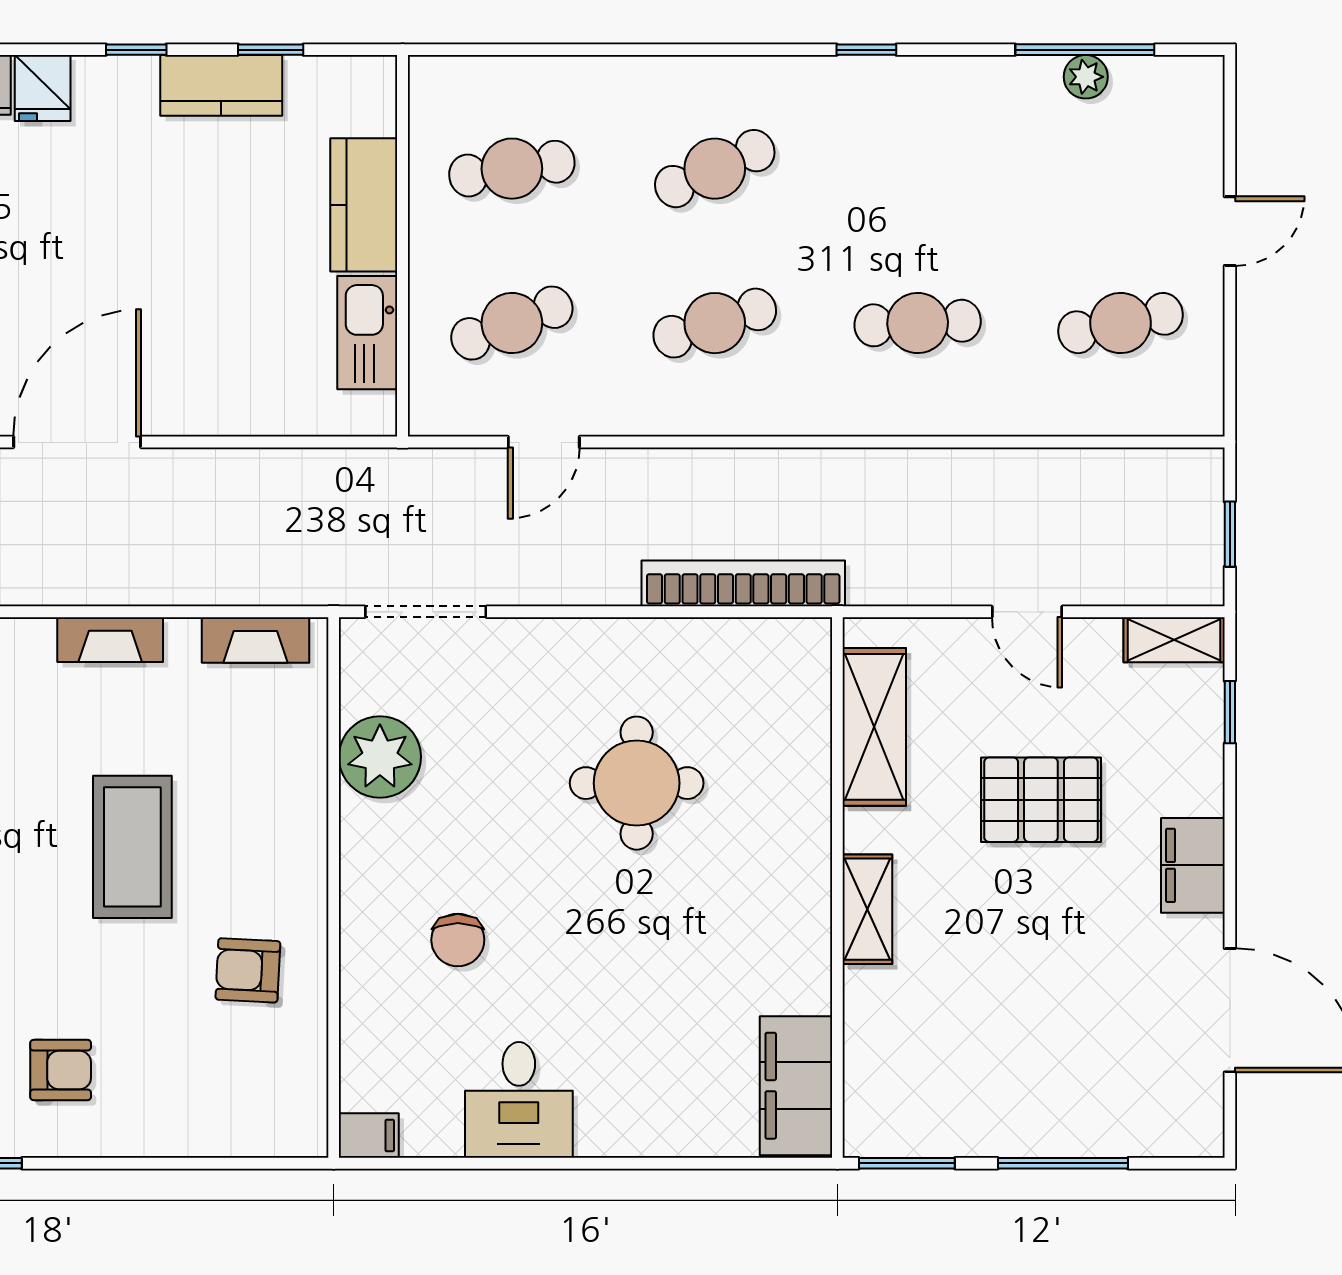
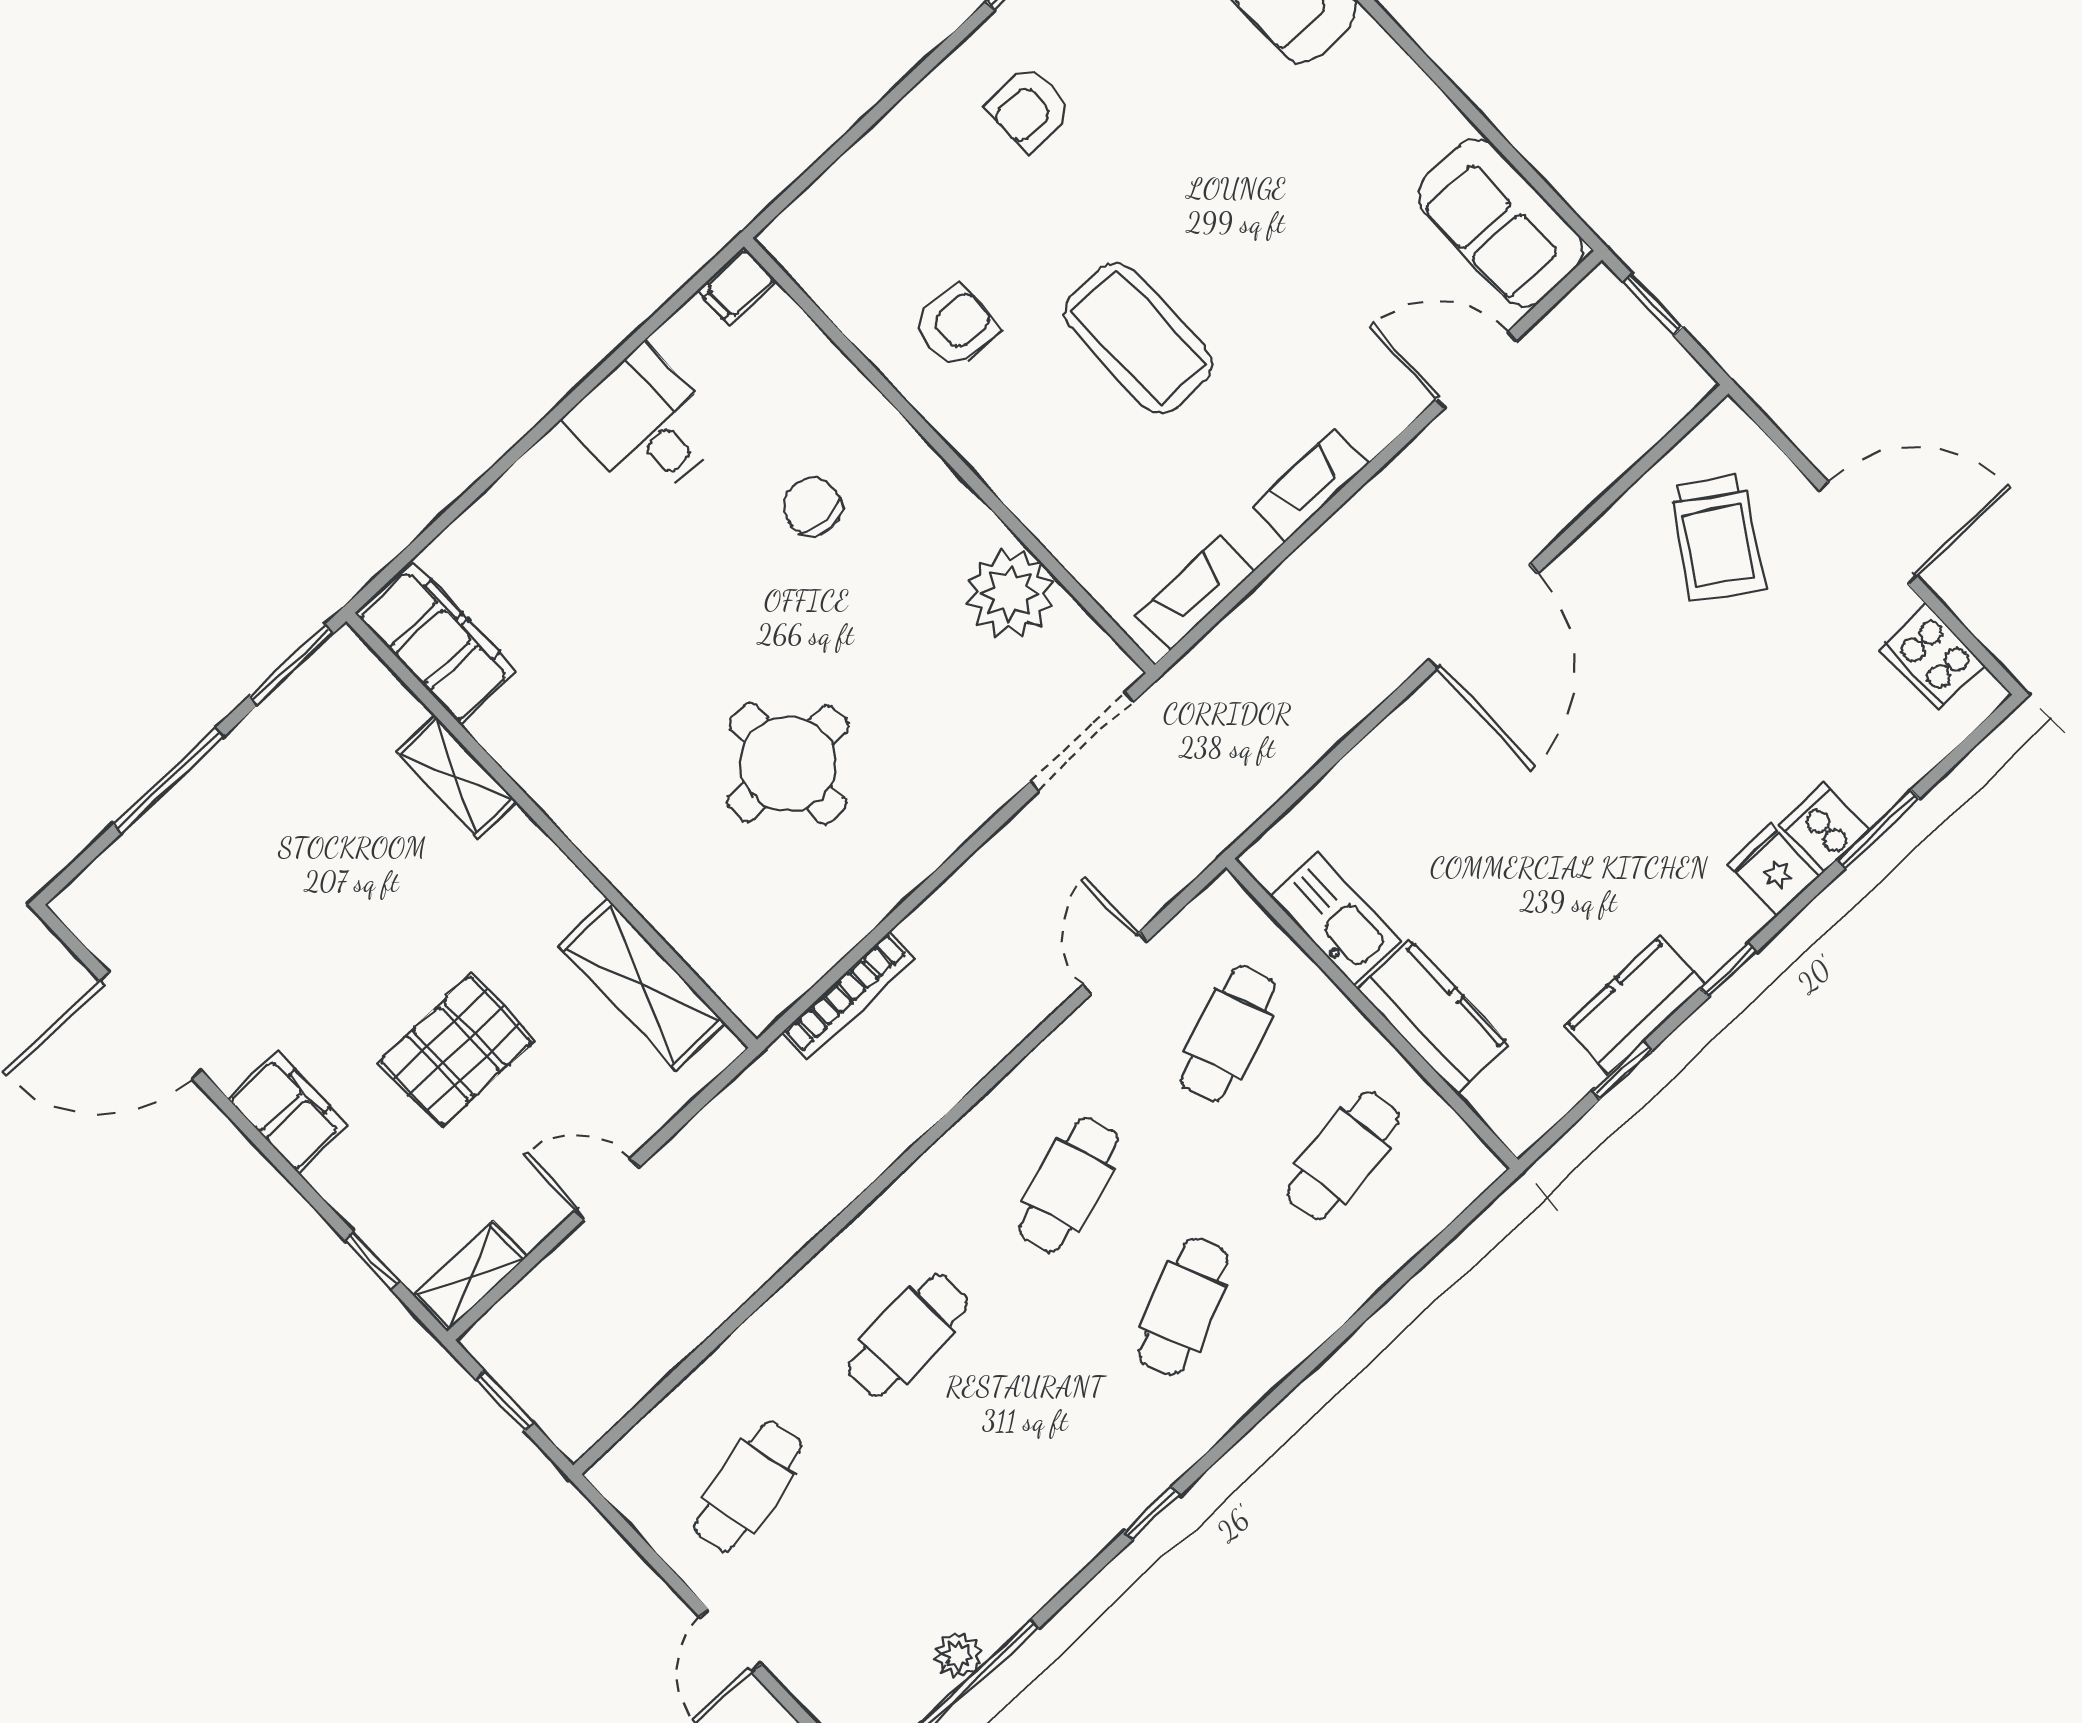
bookcase: (743, 583) -> (848, 996), width x0.68, depth x0.76
shelving: (867, 909) -> (456, 777), moved

